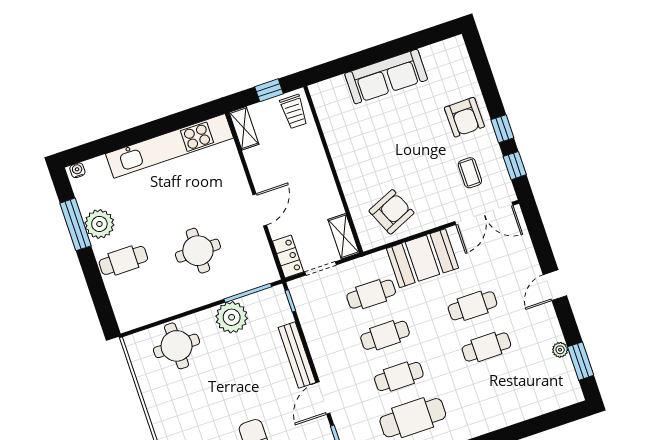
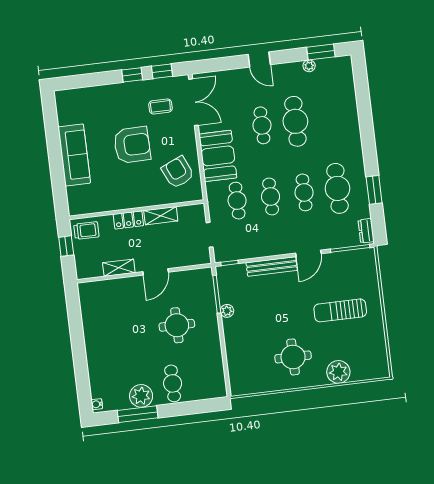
armchair: (464, 117) -> (132, 145), moved, width x1.36, depth x1.36
shelving: (244, 128) -> (119, 268), moved
kitchen unit: (169, 146) -> (93, 330), removed
door: (260, 210) -> (156, 272), swing flipped
shelving: (344, 236) -> (161, 216), moved
locker: (288, 257) -> (128, 220), moved, turned 180
plant: (232, 317) -> (227, 311), width x0.53, depth x0.53
round table: (177, 346) -> (293, 357), moved
cafe table: (486, 347) -> (295, 121), width x1.37, depth x1.35
door: (323, 398) -> (308, 253), hinge flipped

